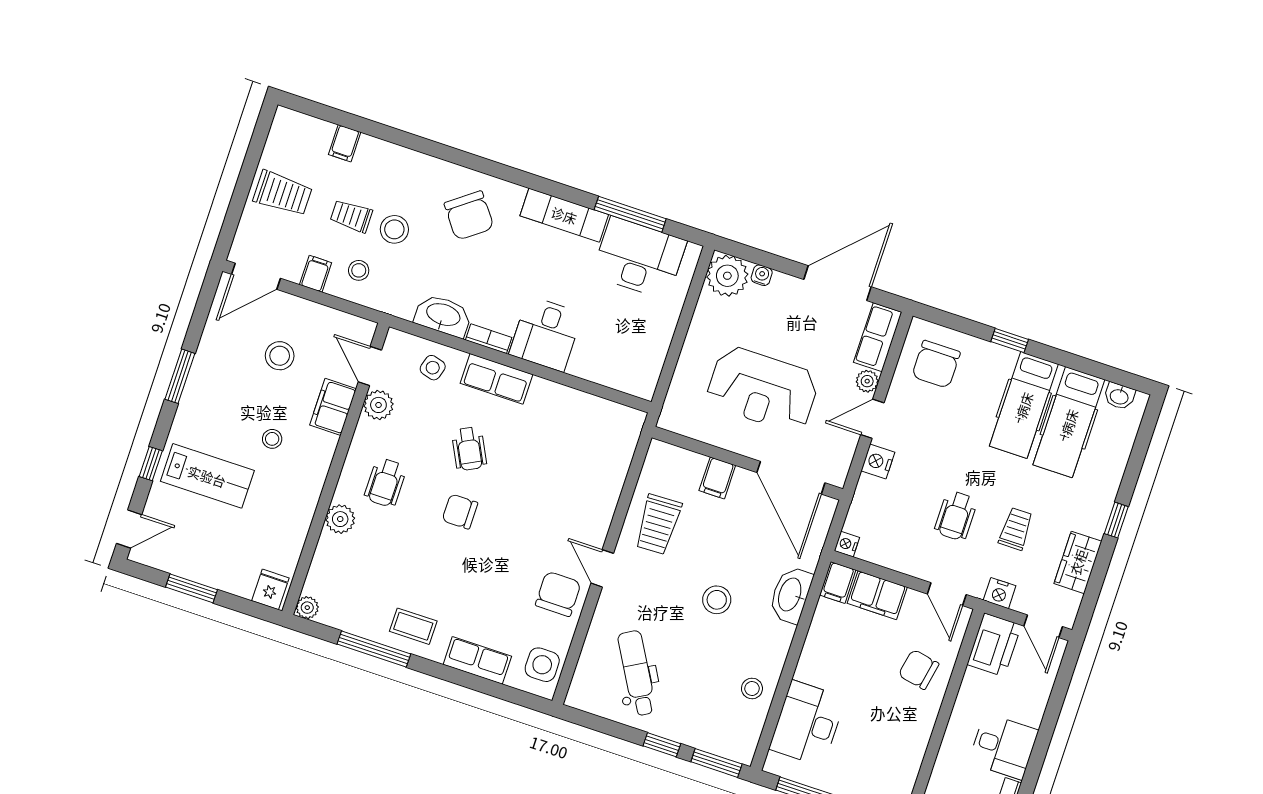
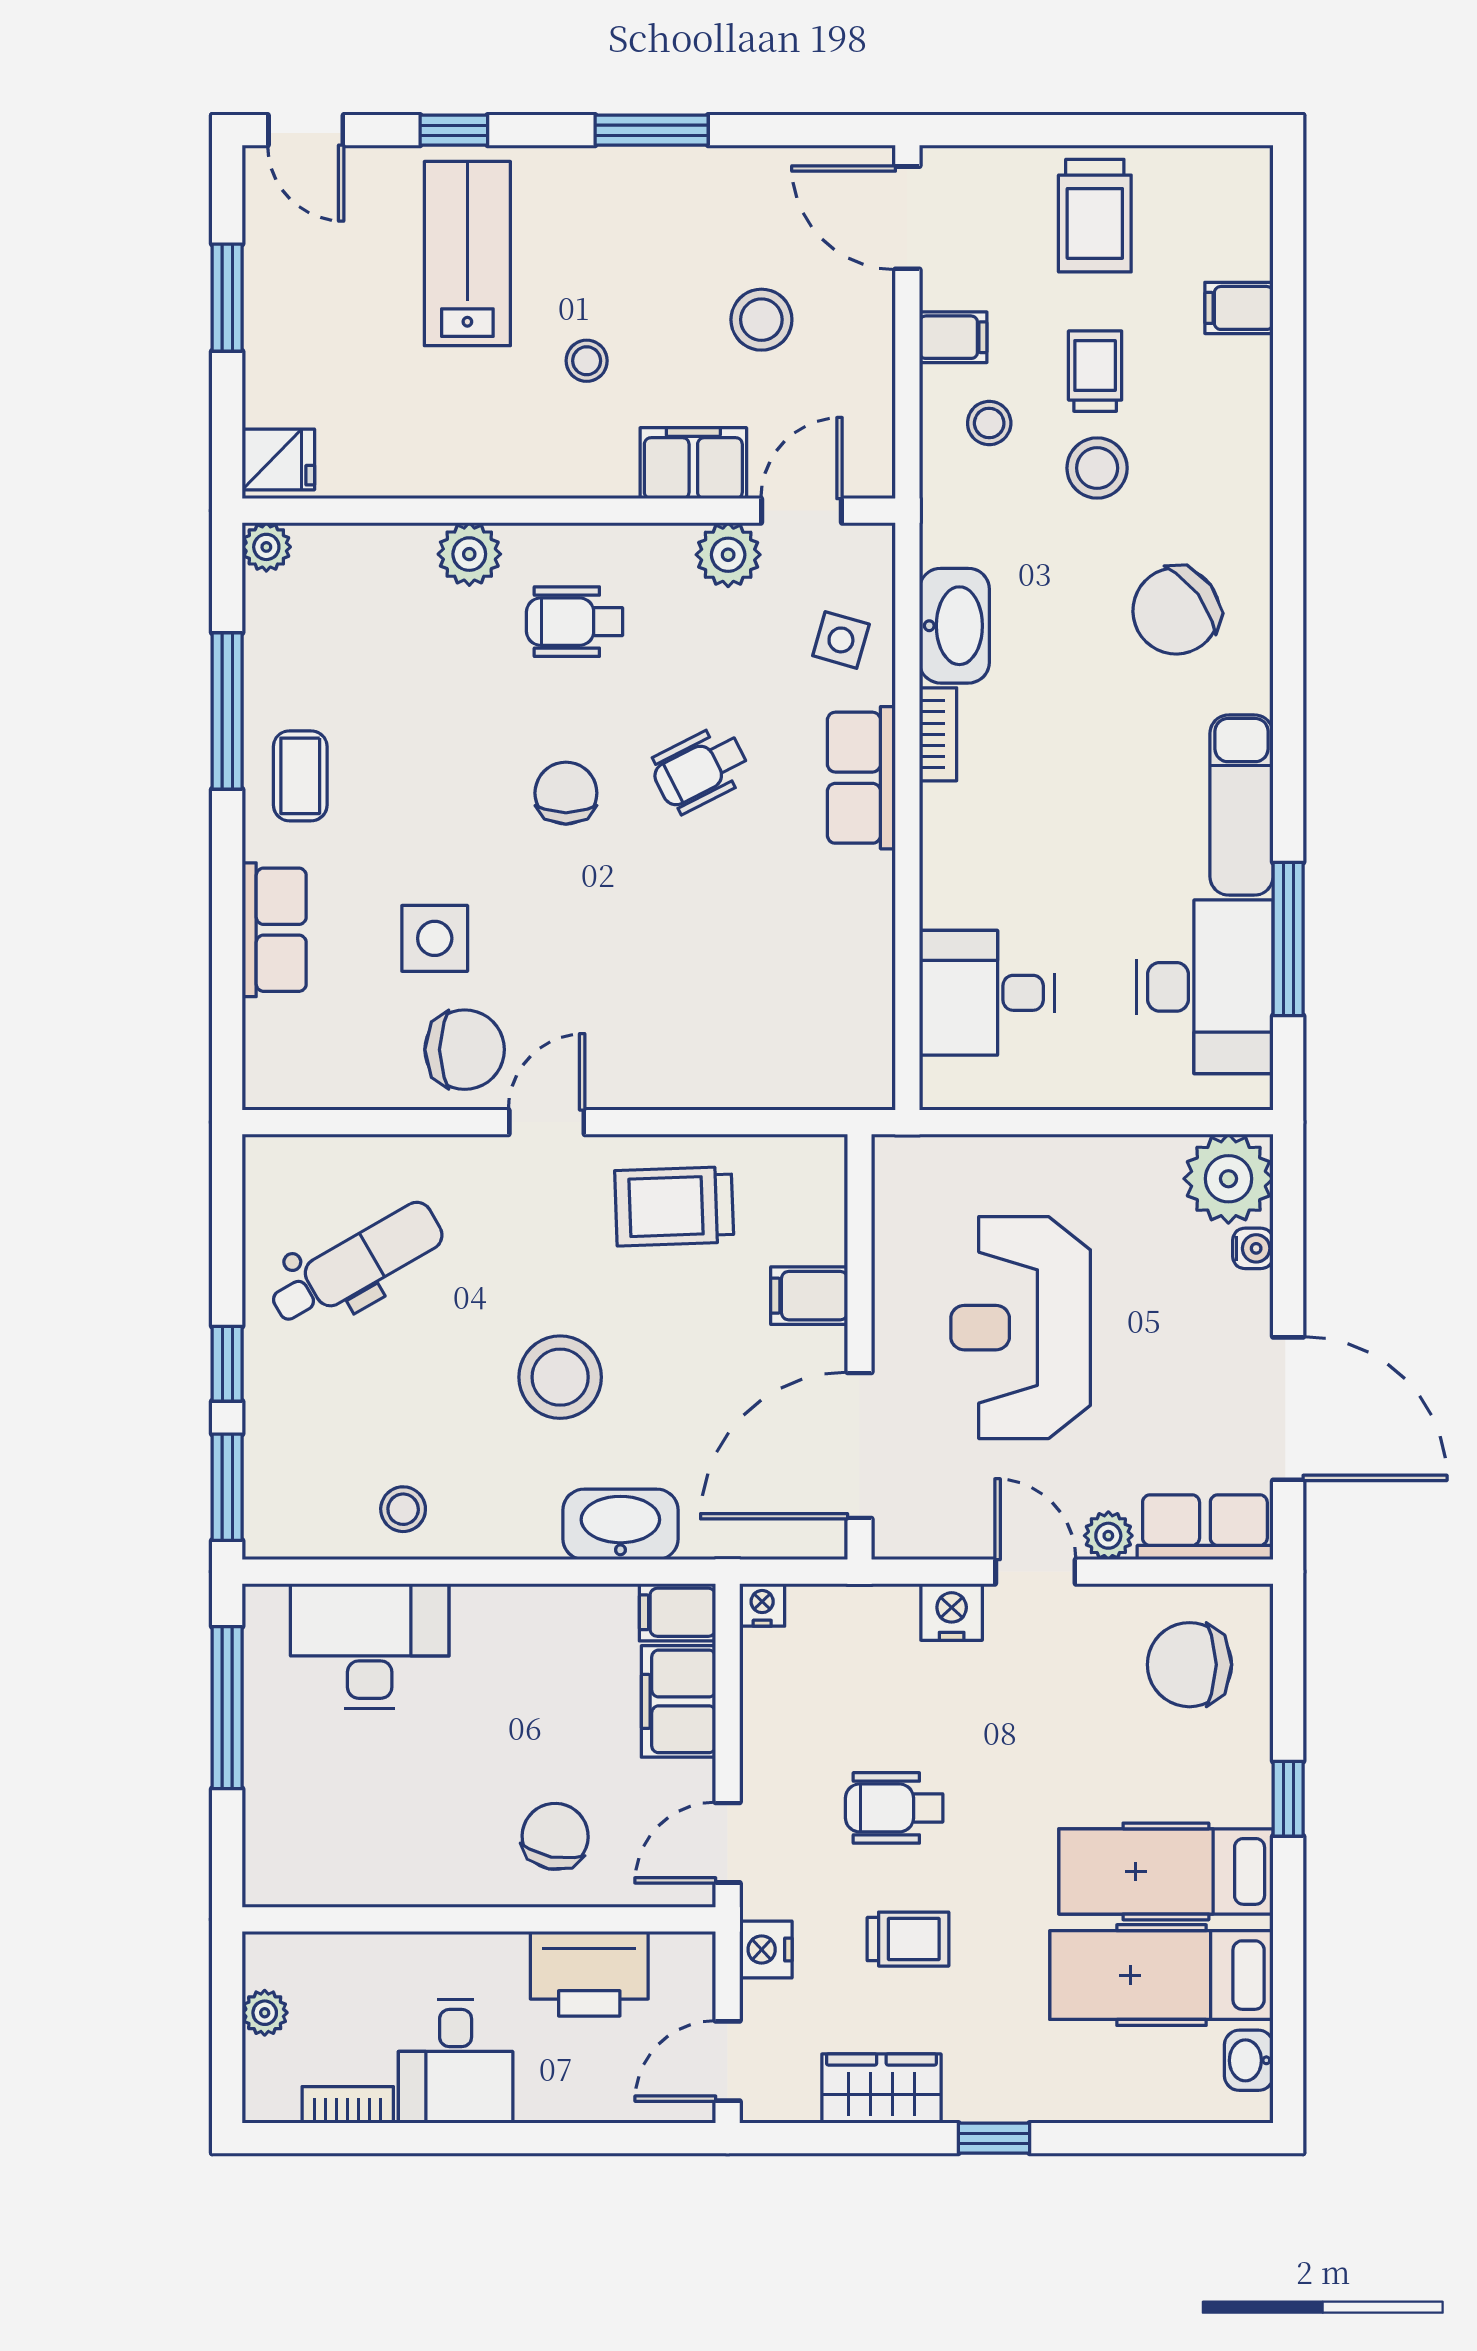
desk: (546, 334) -> (987, 993), moved
lab bench: (207, 476) -> (467, 254), turned 180
stool: (717, 600) -> (560, 1377), width x1.38, depth x1.38
printer: (994, 645) -> (589, 1974), moved
side table: (542, 665) -> (435, 938), moved

